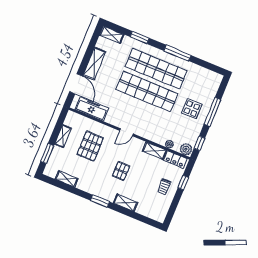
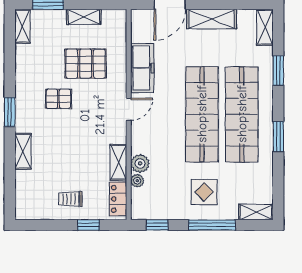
window: (177, 53) -> (278, 137), width x0.69
shelving: (215, 84) -> (256, 212), added
freezer: (92, 109) -> (142, 68), moved
door: (126, 132) -> (129, 109), swing flipped
plant: (186, 149) -> (140, 163), moved
pallet: (121, 171) -> (58, 99), moved
shelving: (67, 179) -> (22, 26), moved

